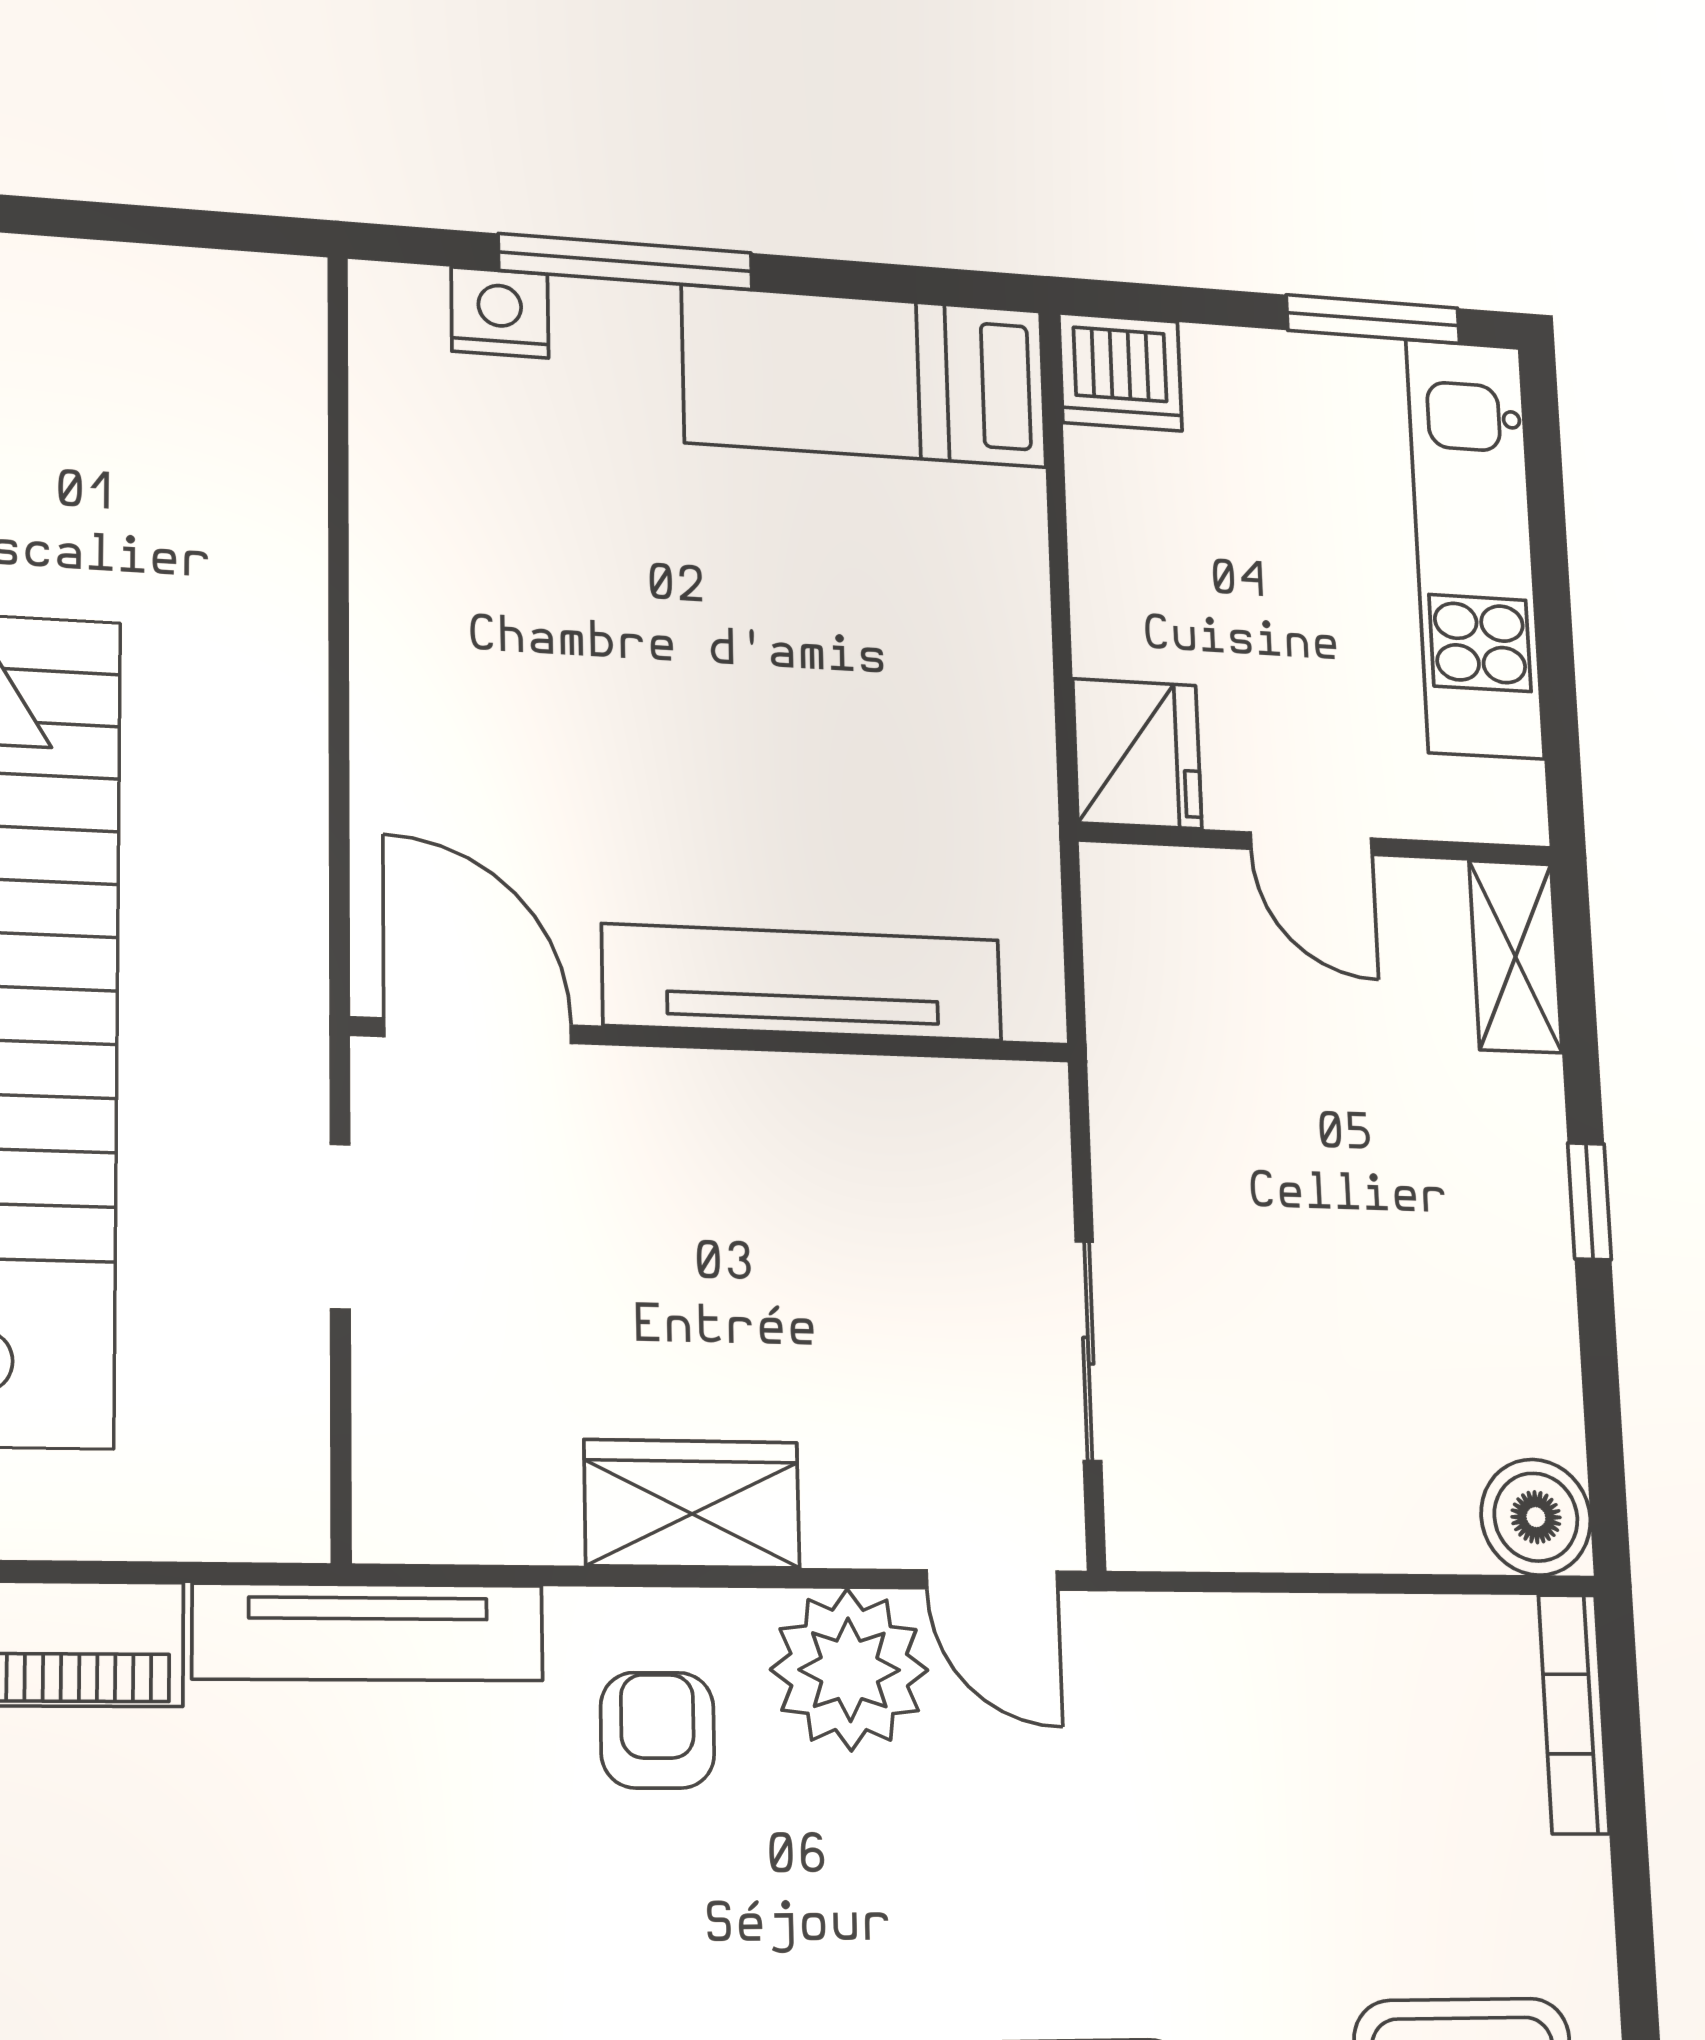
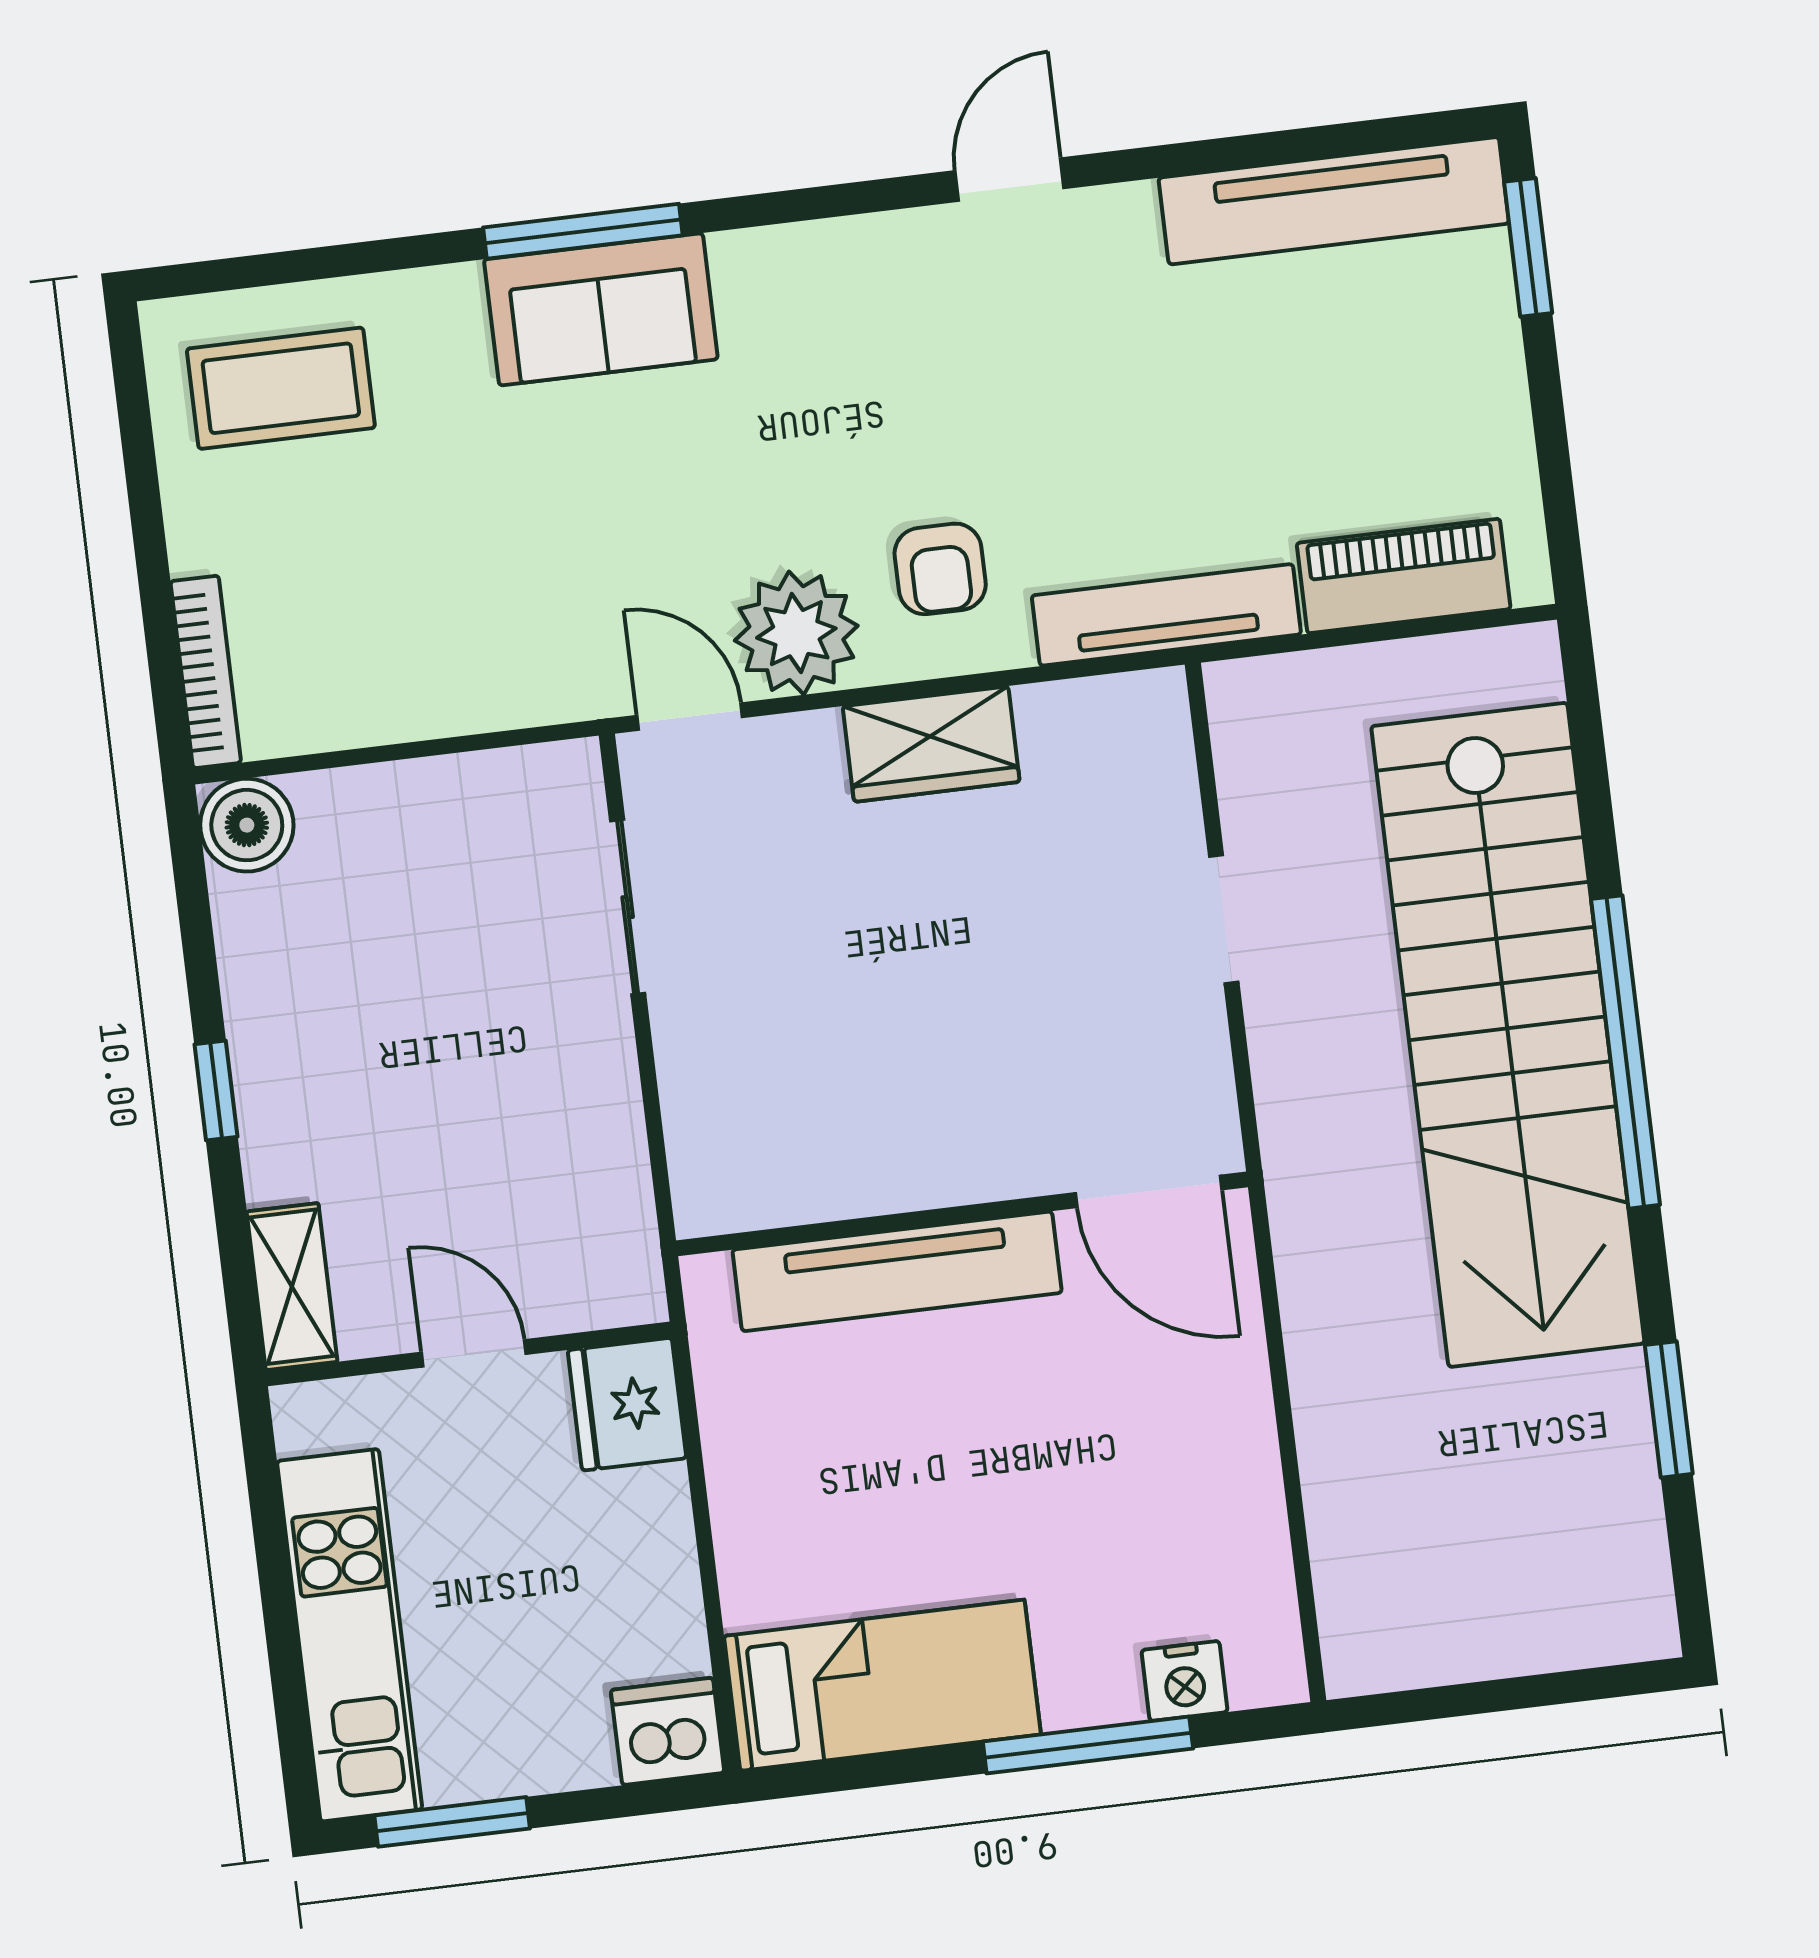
tv unit: (803, 982) -> (897, 1271), moved
door: (478, 1031) -> (1149, 1191), moved
wall: (715, 1040) -> (962, 1214), moved

